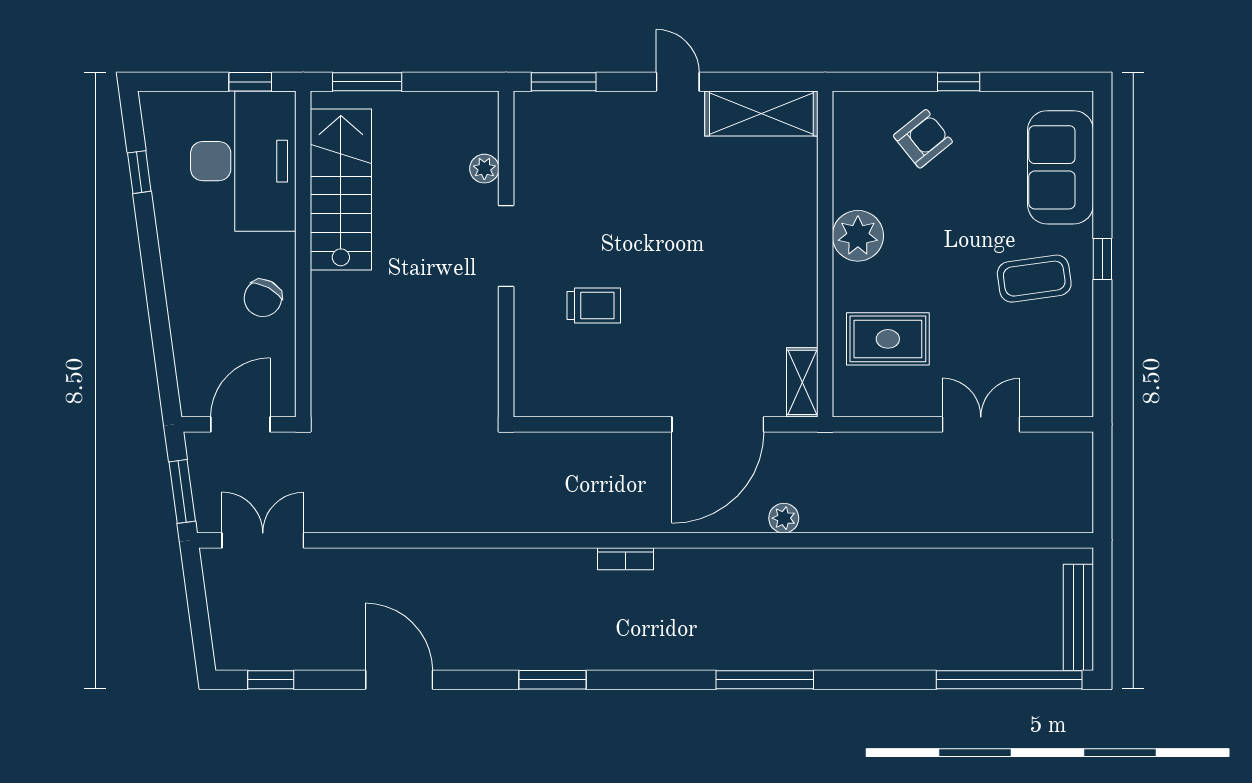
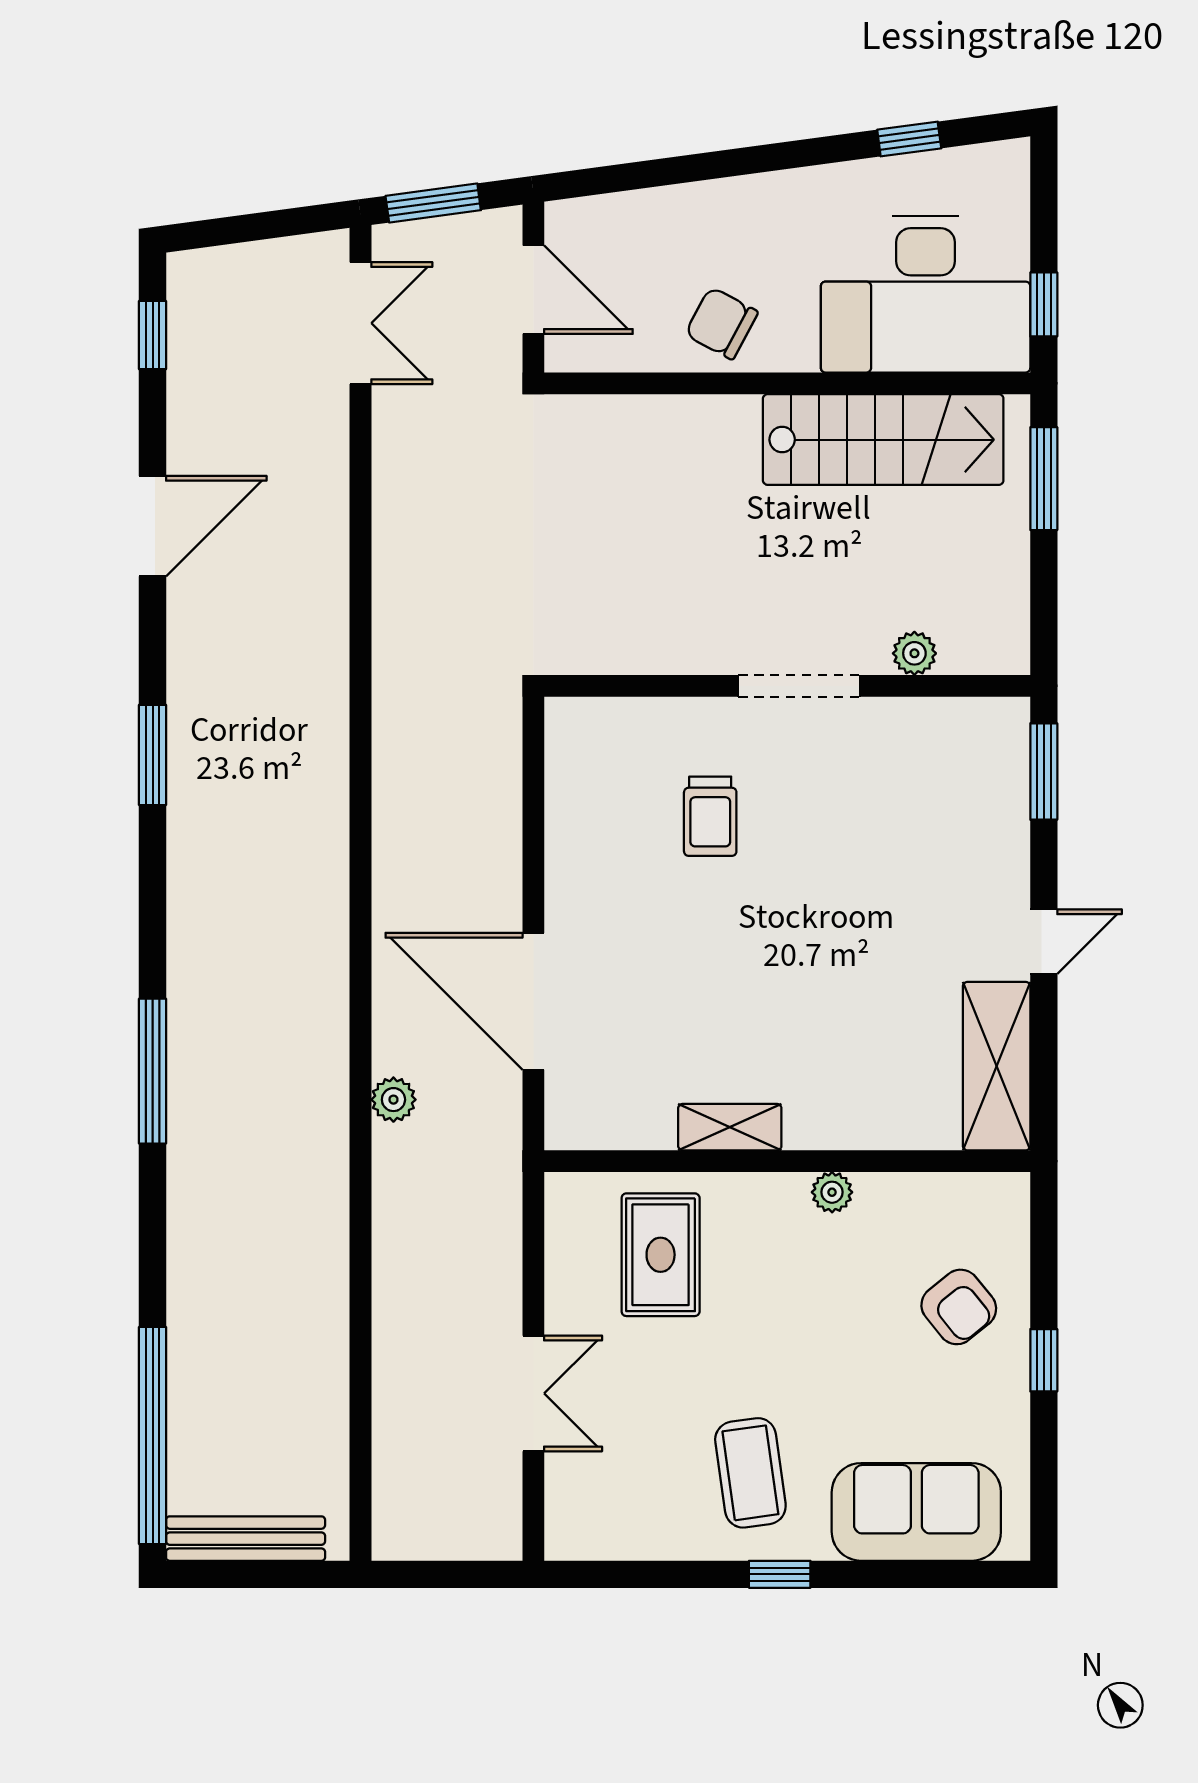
plant: (858, 236) -> (832, 1192), width x0.53, depth x0.53
shelving: (802, 382) -> (730, 1127), moved
bookcase: (625, 559) -> (333, 864), removed

